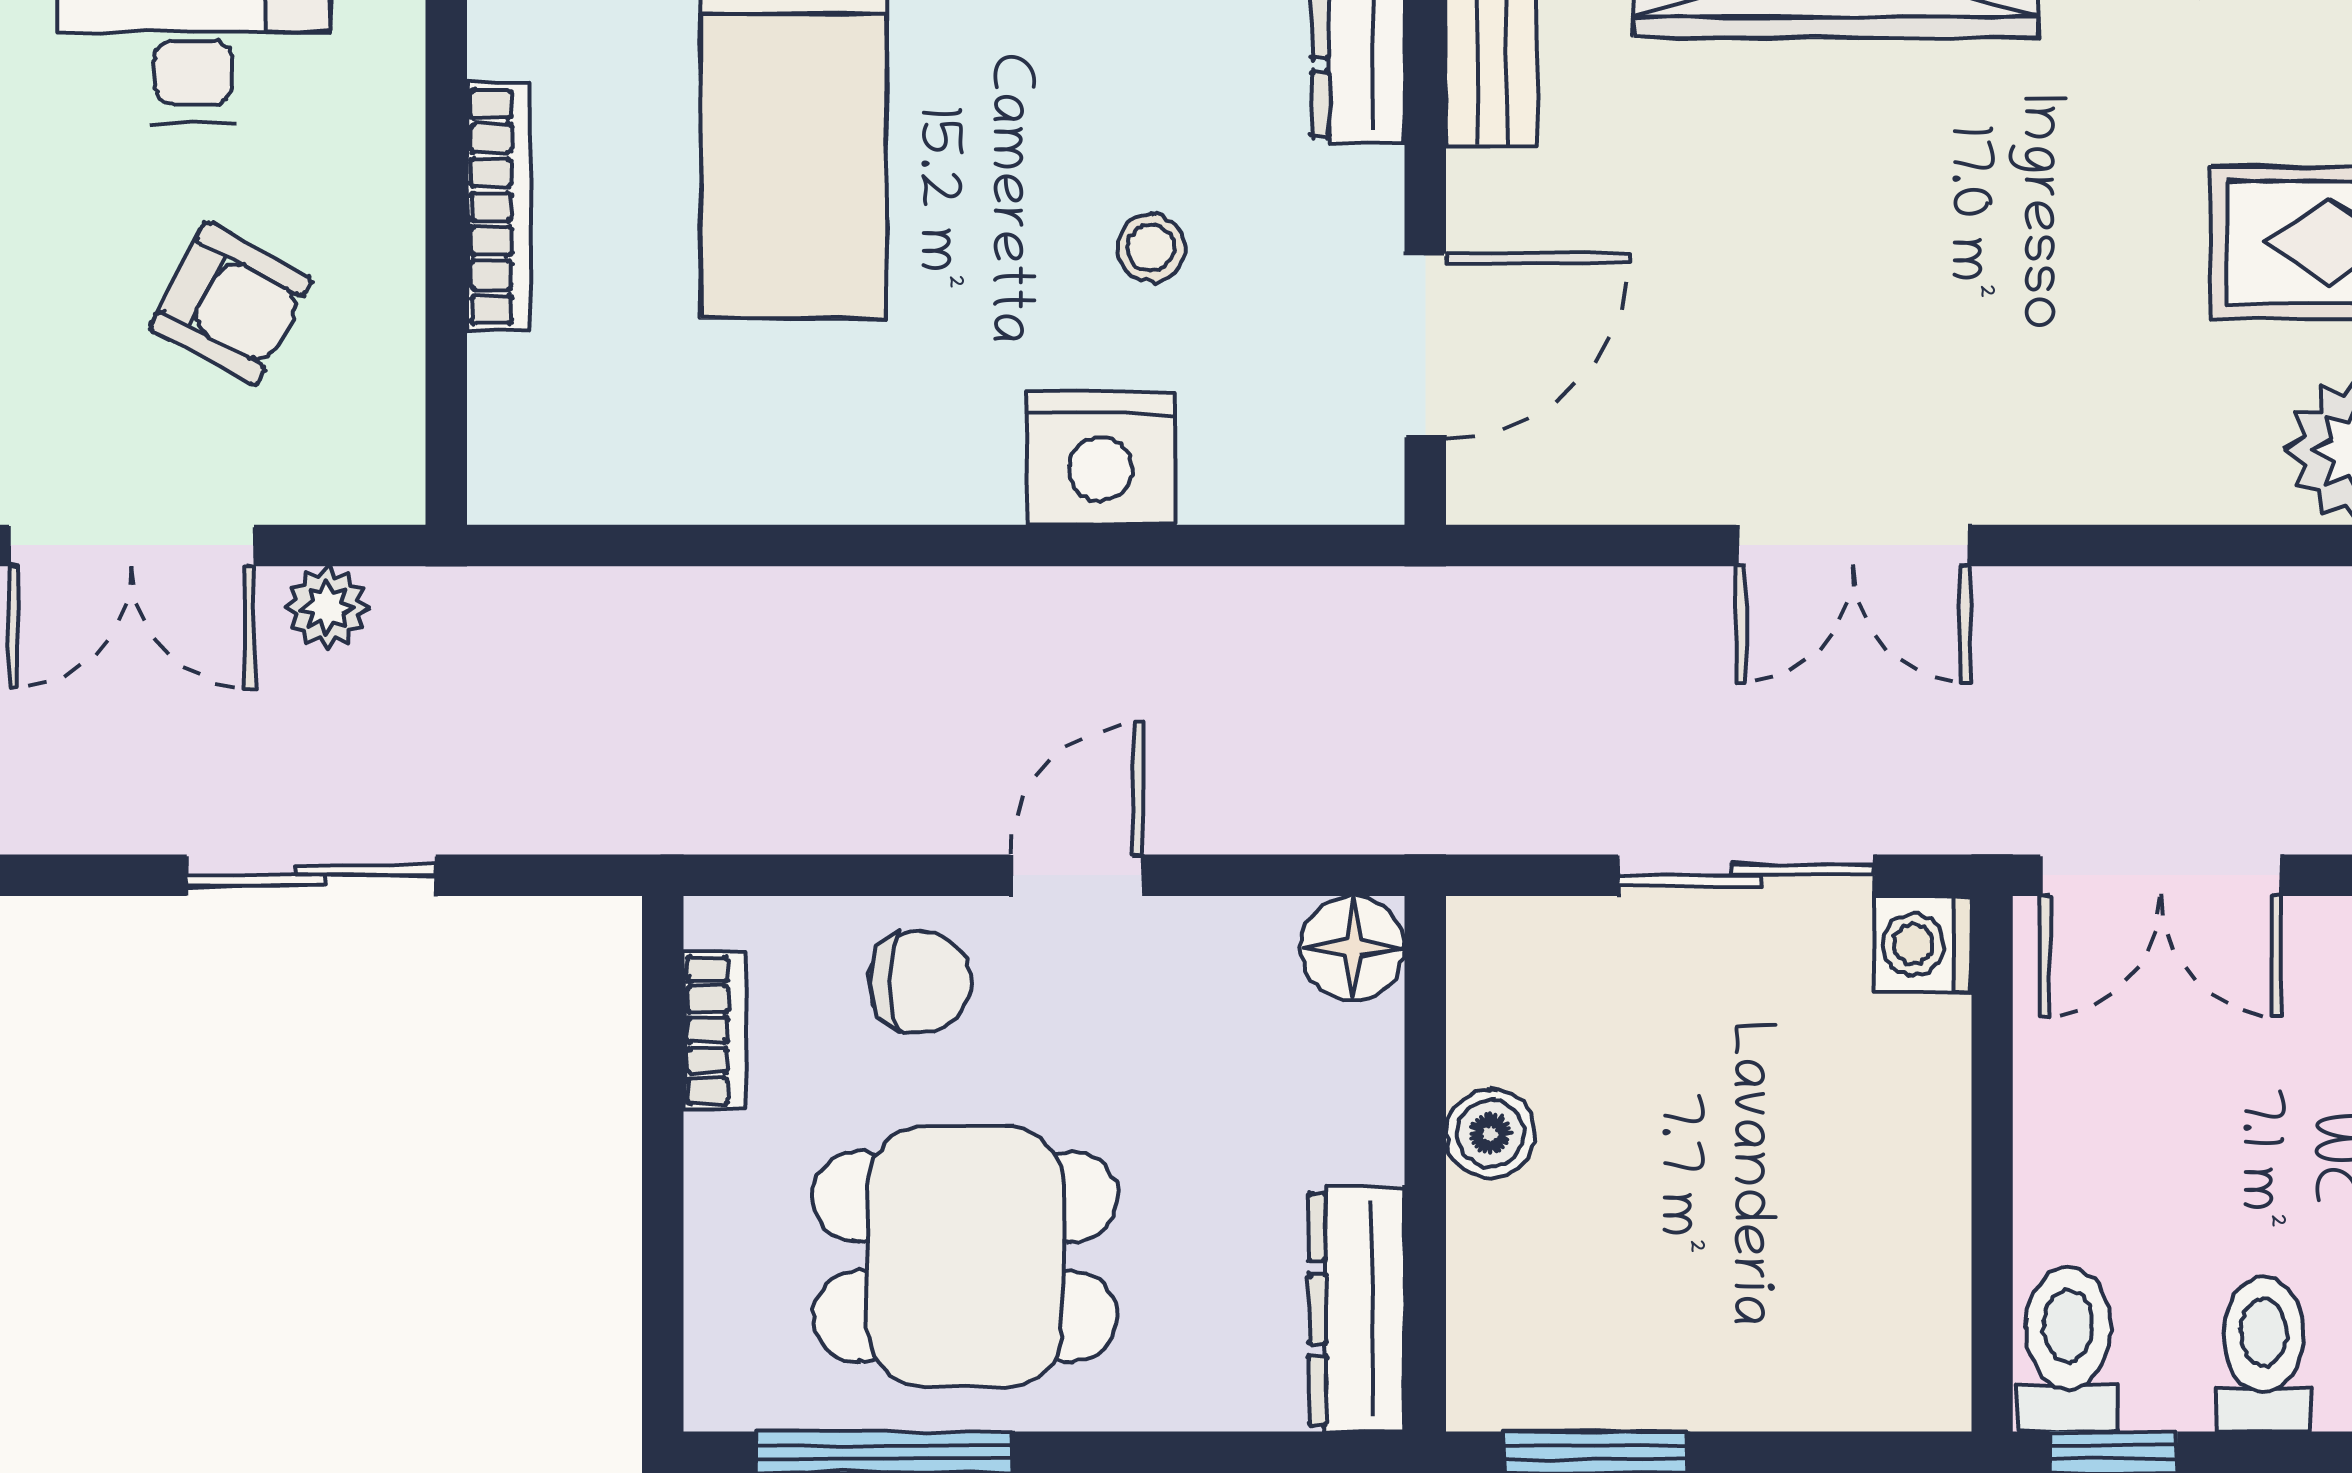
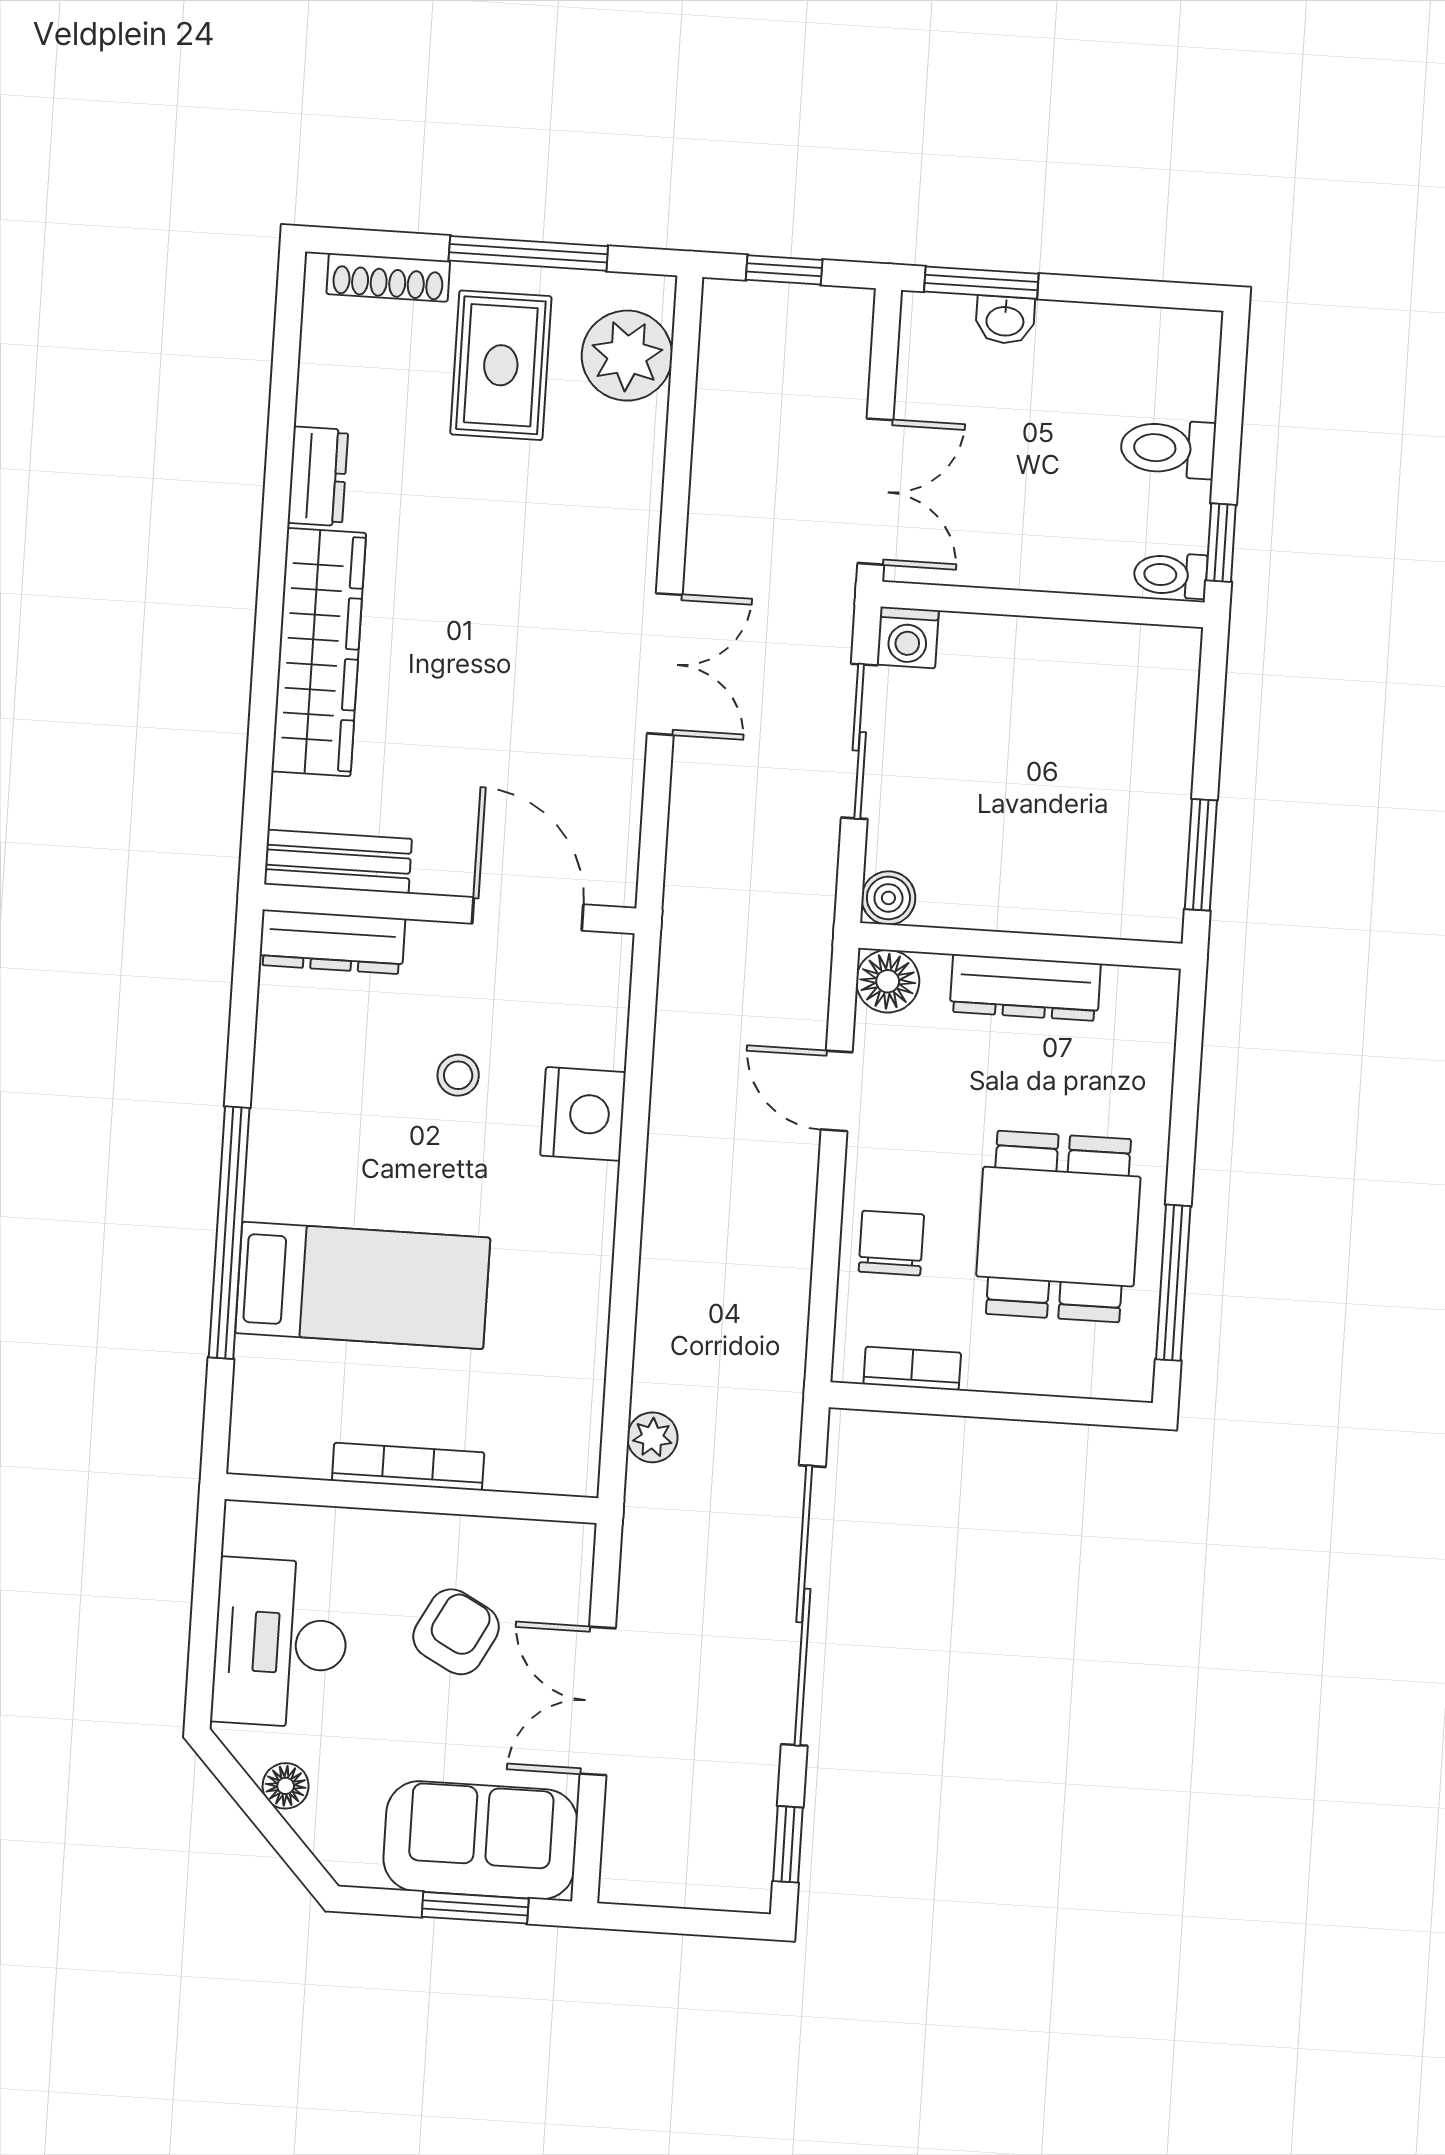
double door: (131, 545) -> (598, 1701), swing flipped
plant: (327, 608) -> (652, 1437), moved
sliding door: (311, 875) -> (803, 1606), width x1.86
door: (1077, 875) -> (837, 1091), moved
boiler: (1490, 1133) -> (888, 898), moved
dresser: (1357, 1309) -> (1025, 988), moved
toilet: (2068, 1349) -> (1170, 575), width x0.73, depth x0.72

